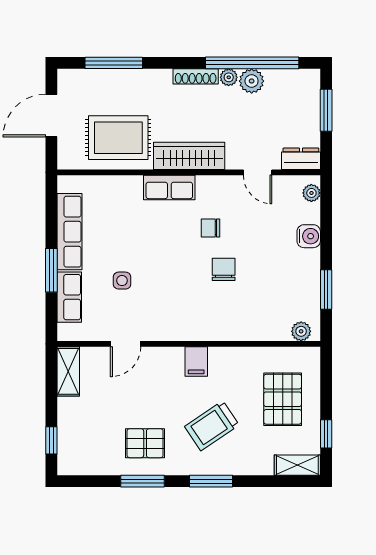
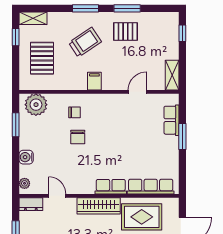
chair: (210, 228) -> (75, 112), moved
row of seats: (70, 232) -> (151, 187), moved, turned 90
side table: (122, 281) -> (139, 130), removed
plant: (301, 331) -> (36, 105), width x1.88, depth x1.88

